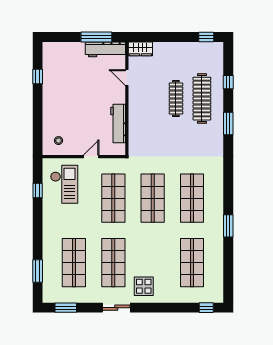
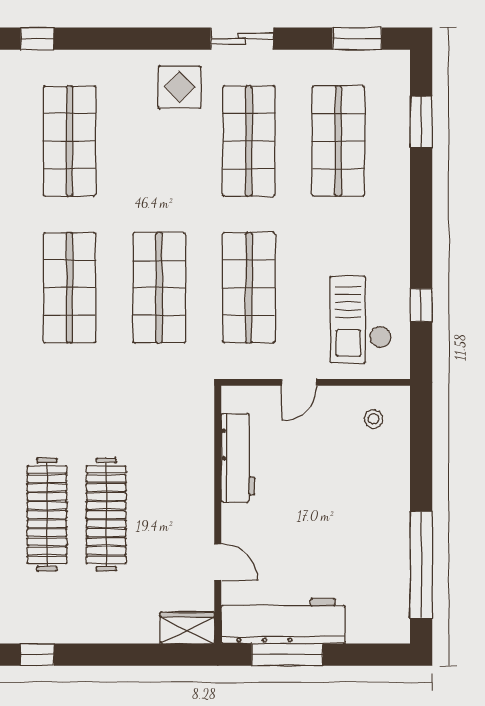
workbench: (105, 49) -> (283, 621), width x1.36, depth x1.32
window: (38, 76) -> (421, 565), width x3.17
clothes rail: (176, 99) -> (106, 515), width x1.37, depth x1.31

